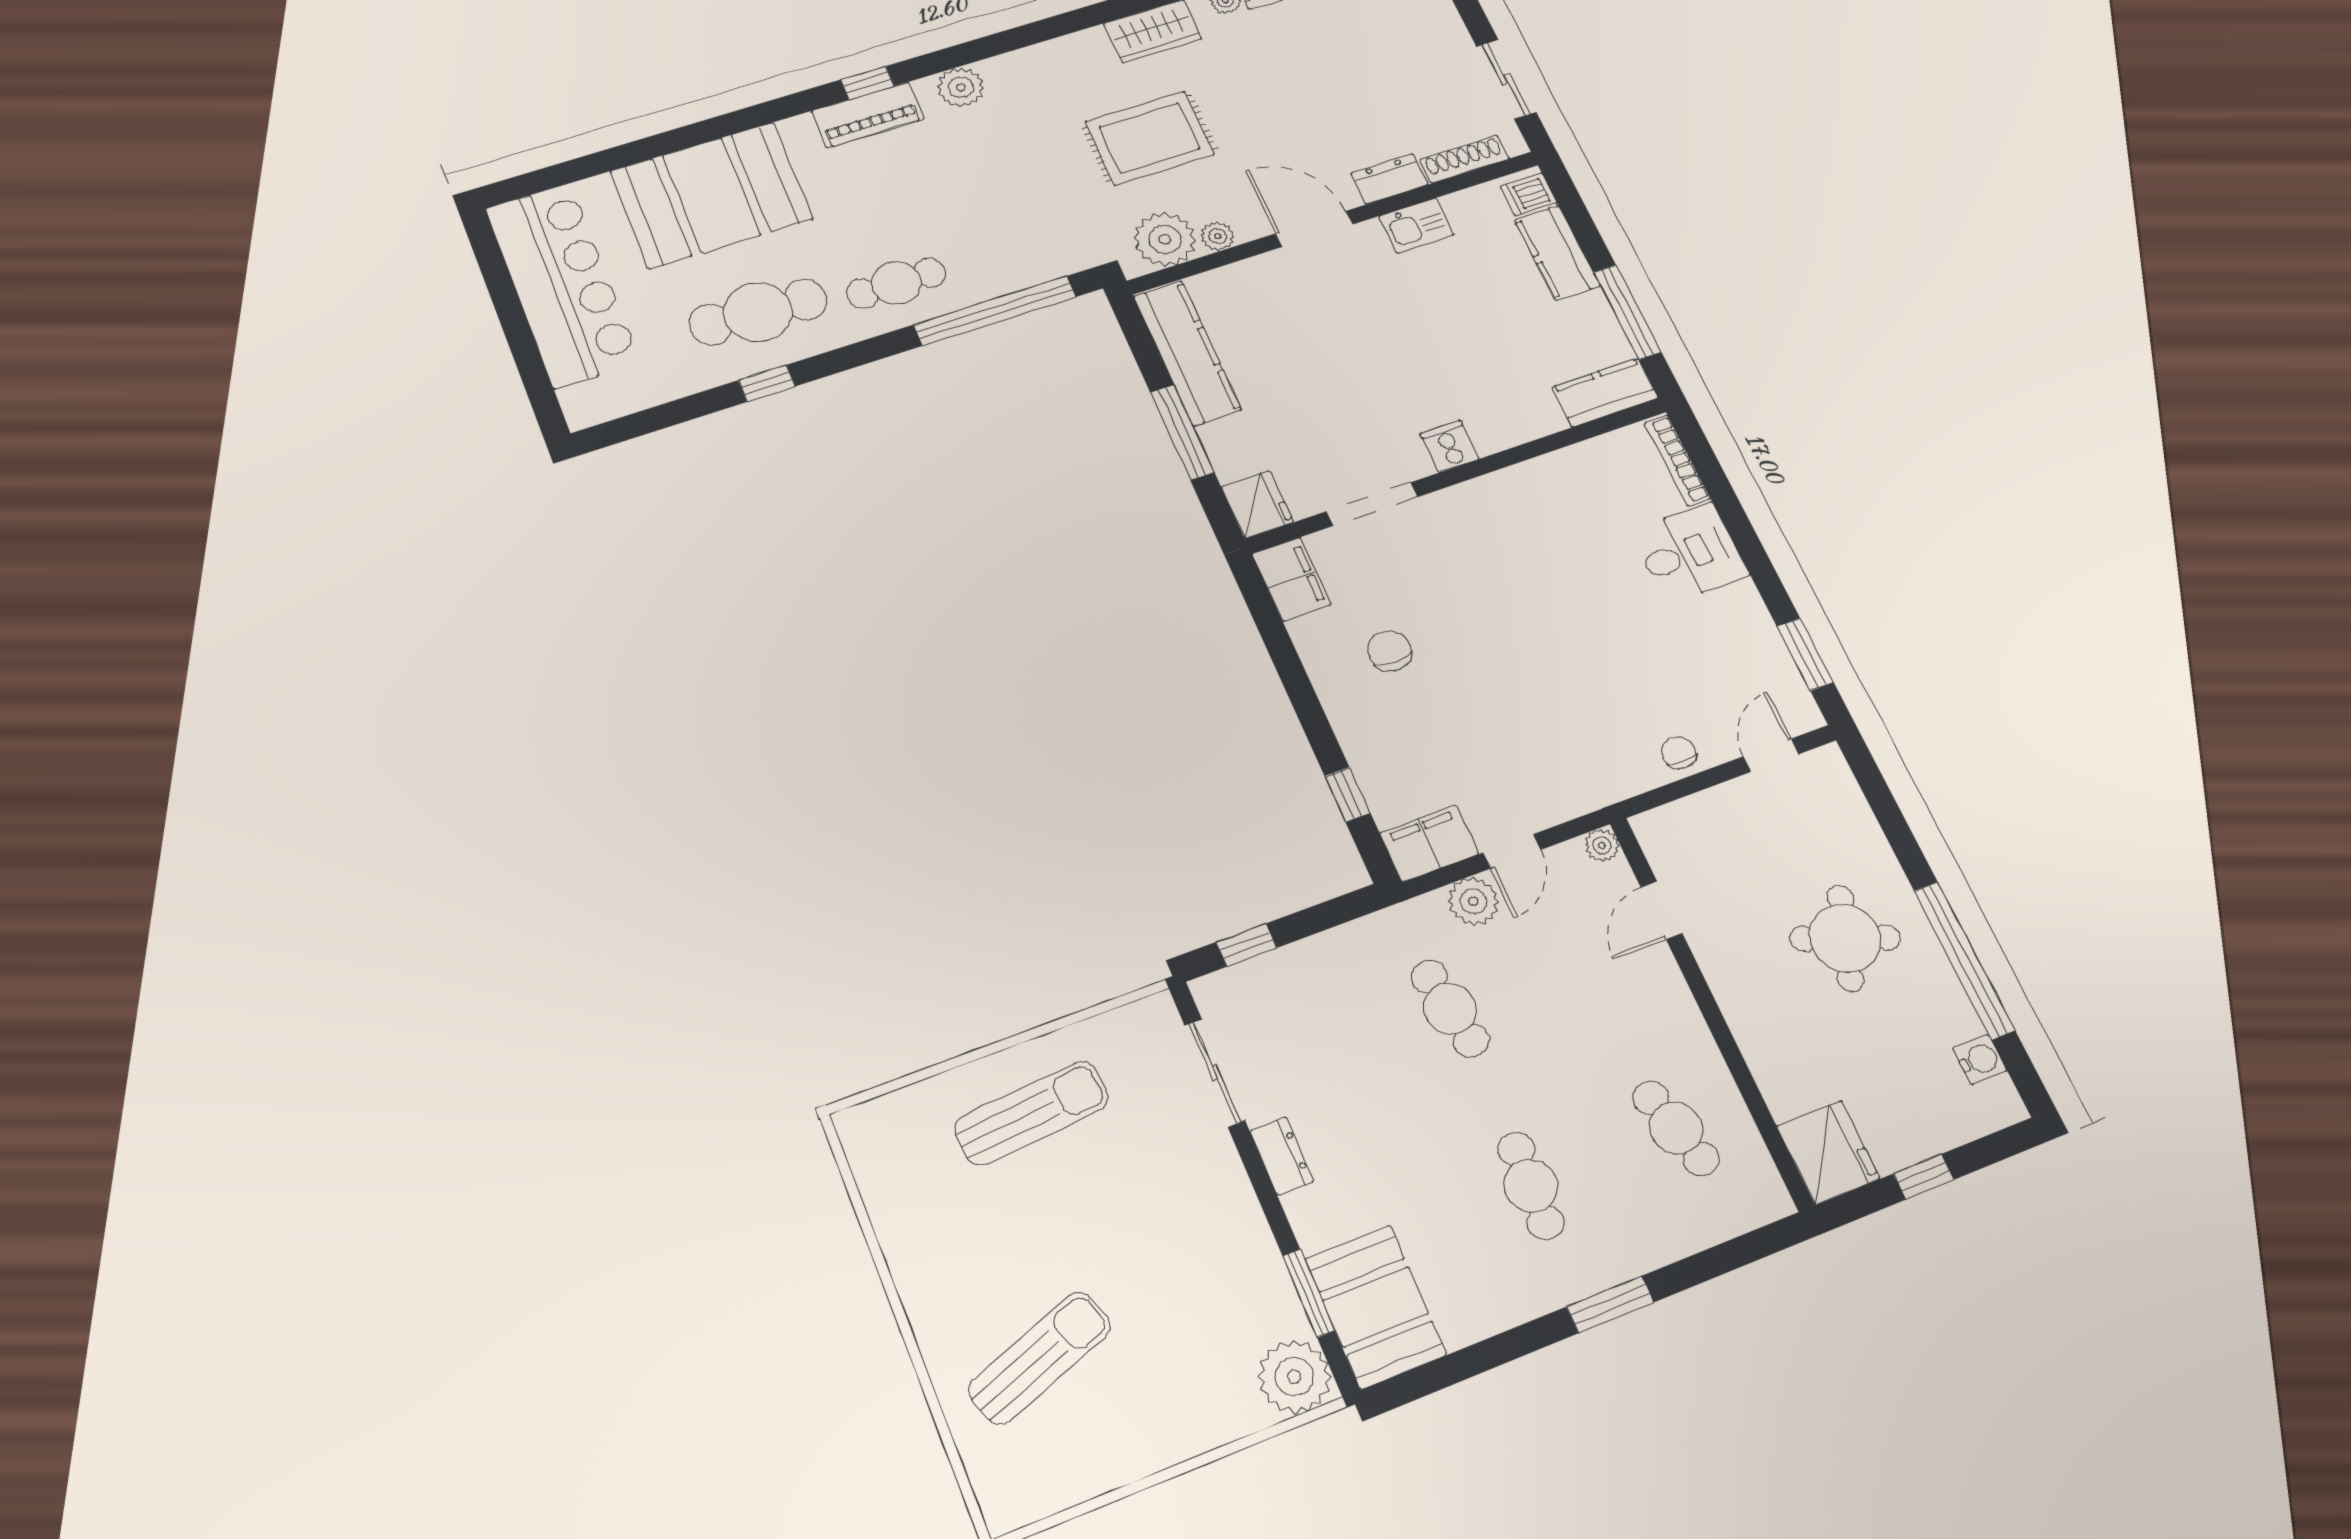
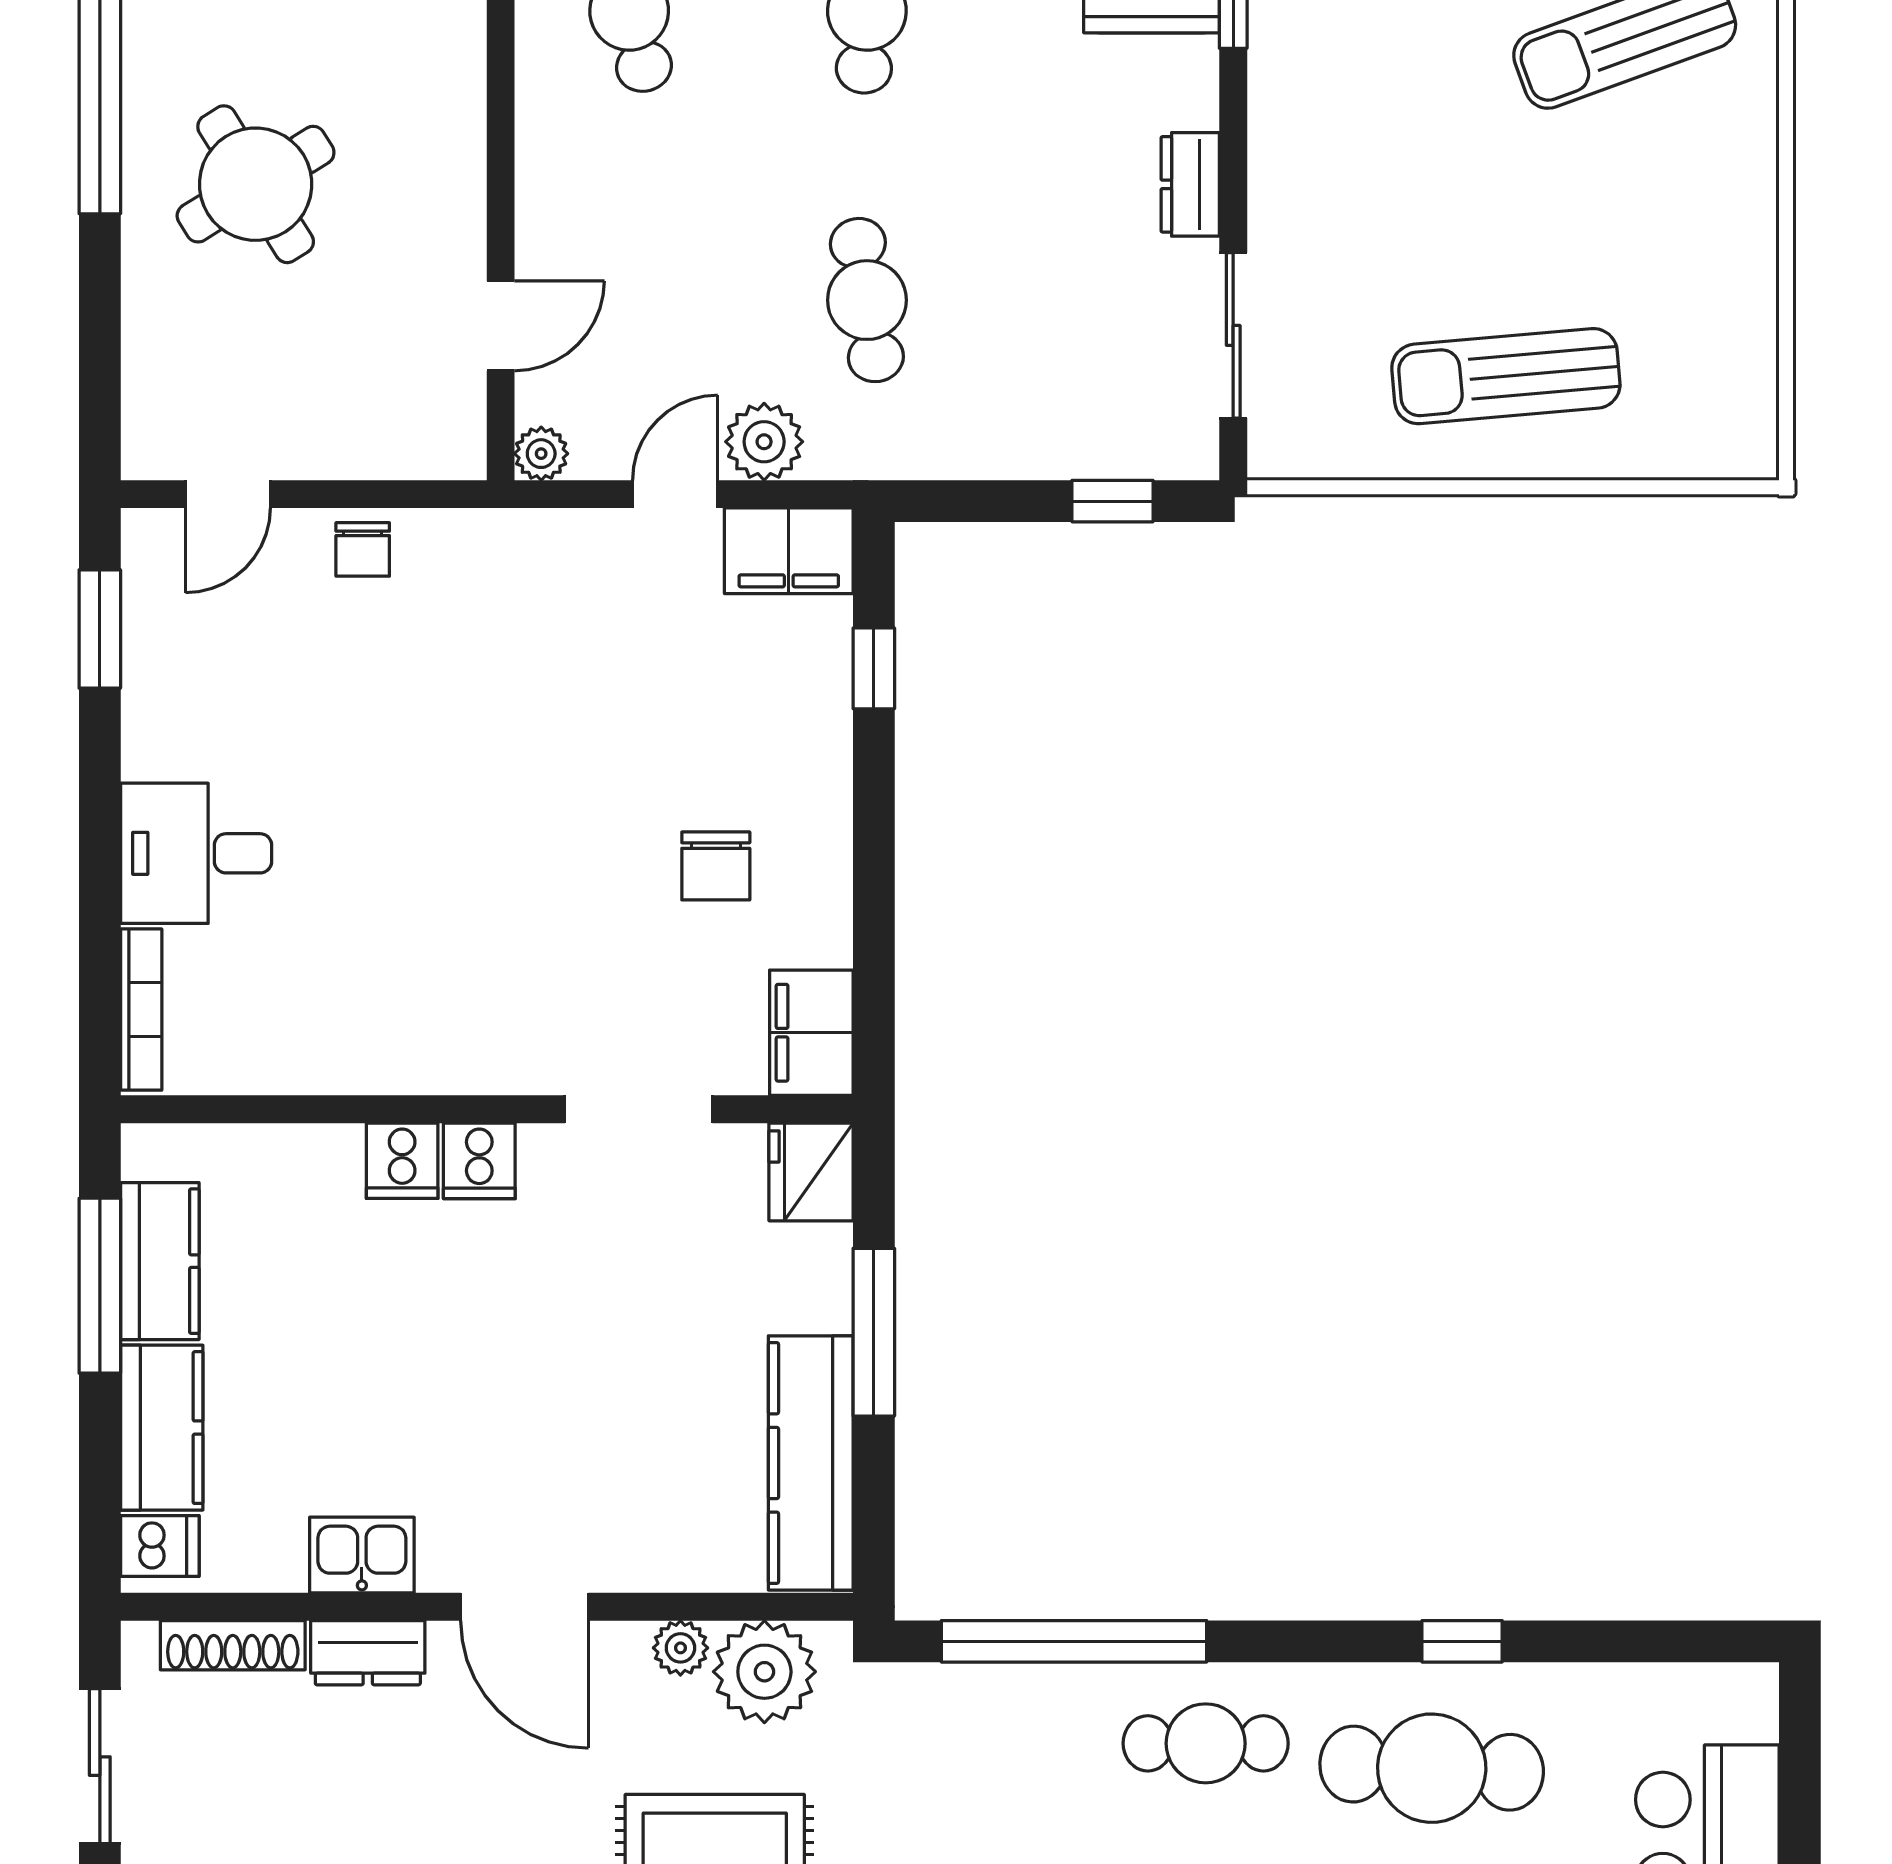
kitchen counter: (1605, 393) -> (160, 1261), moved, turned -90
cooker: (1493, 432) -> (402, 1161), added
round table: (1845, 938) -> (256, 184), turned 38

